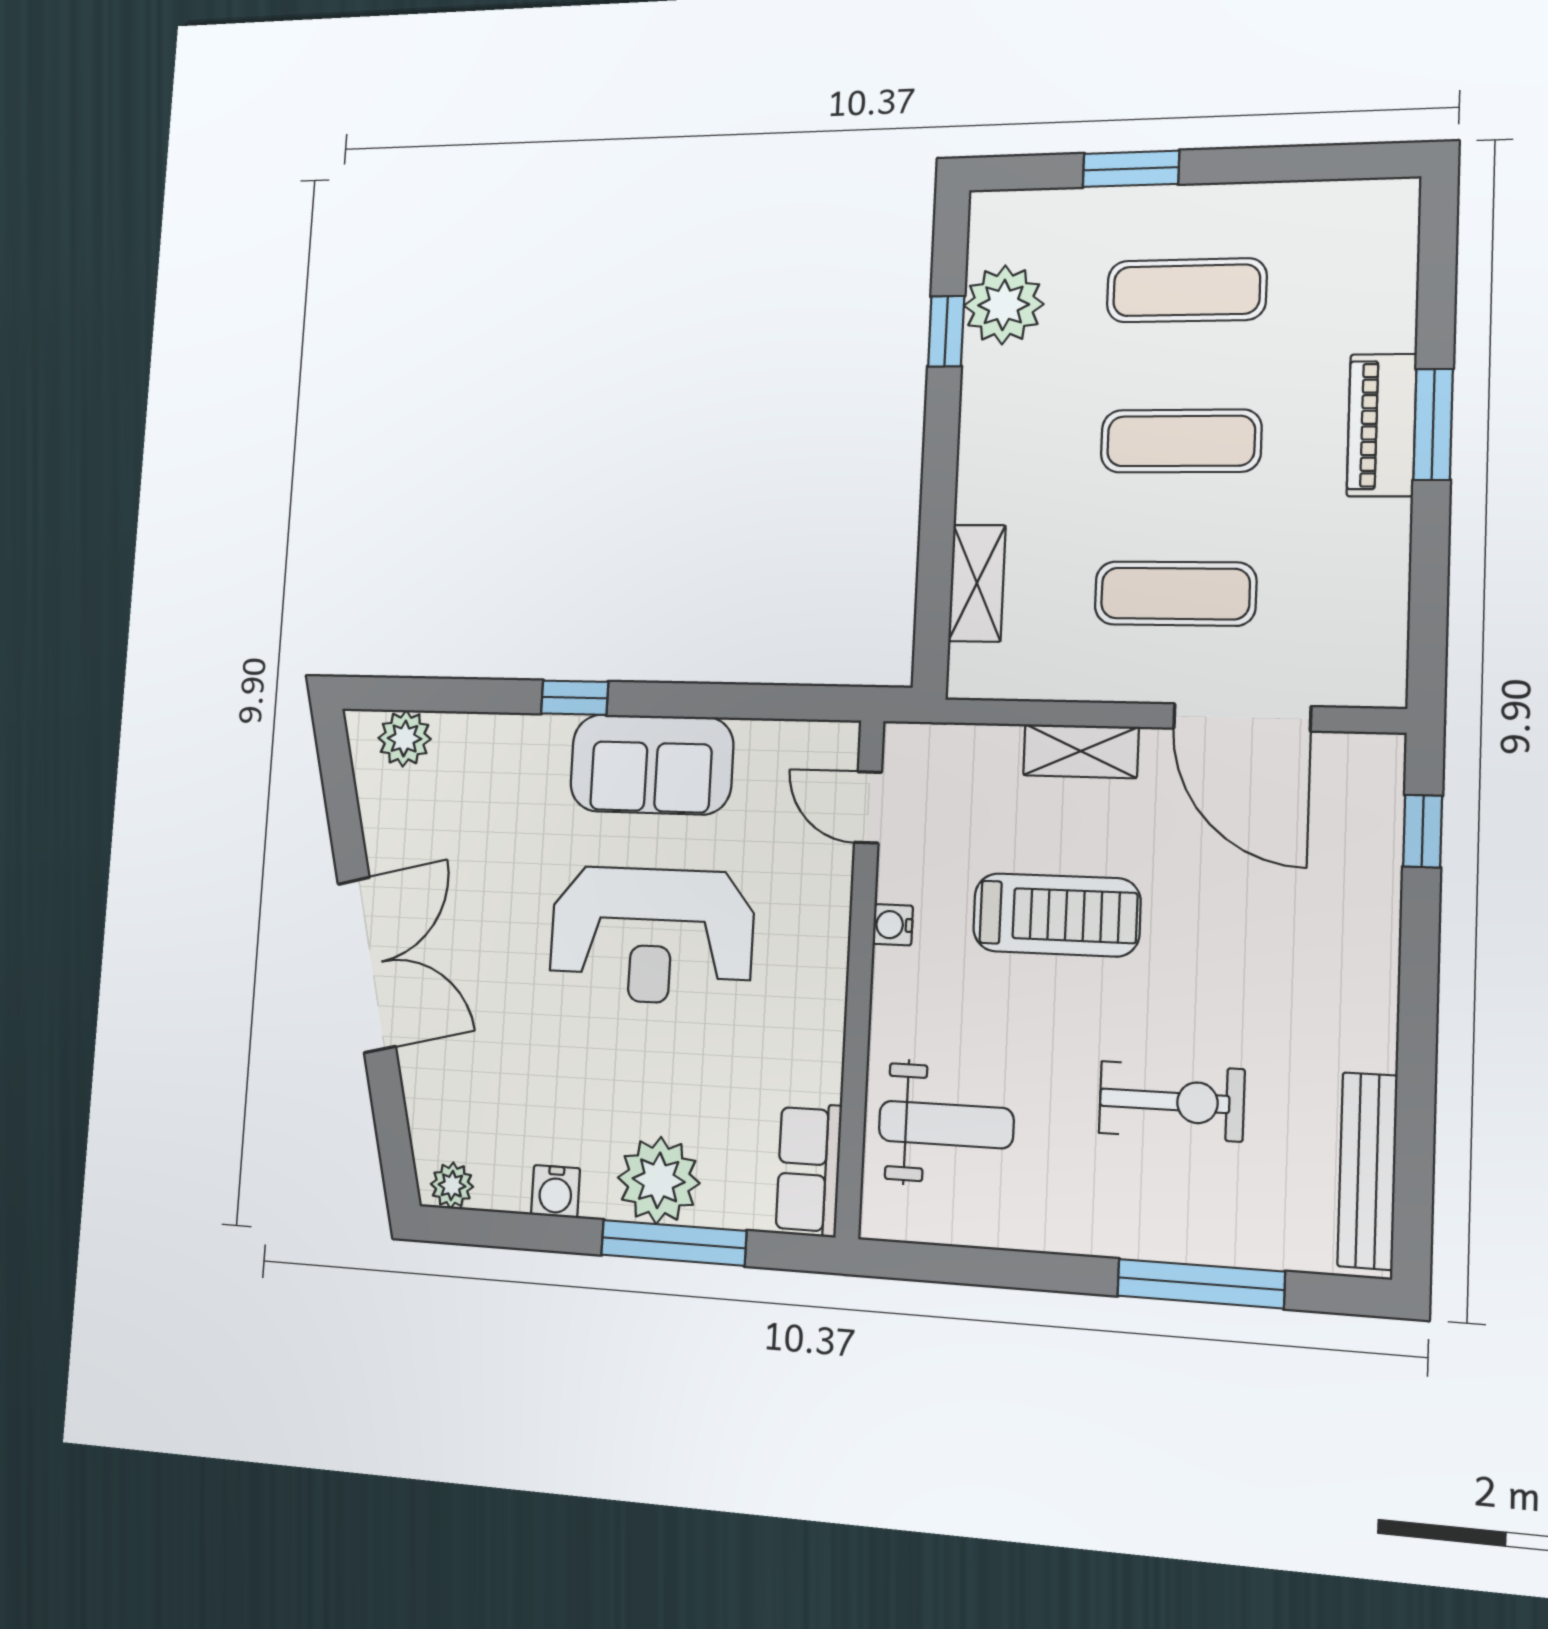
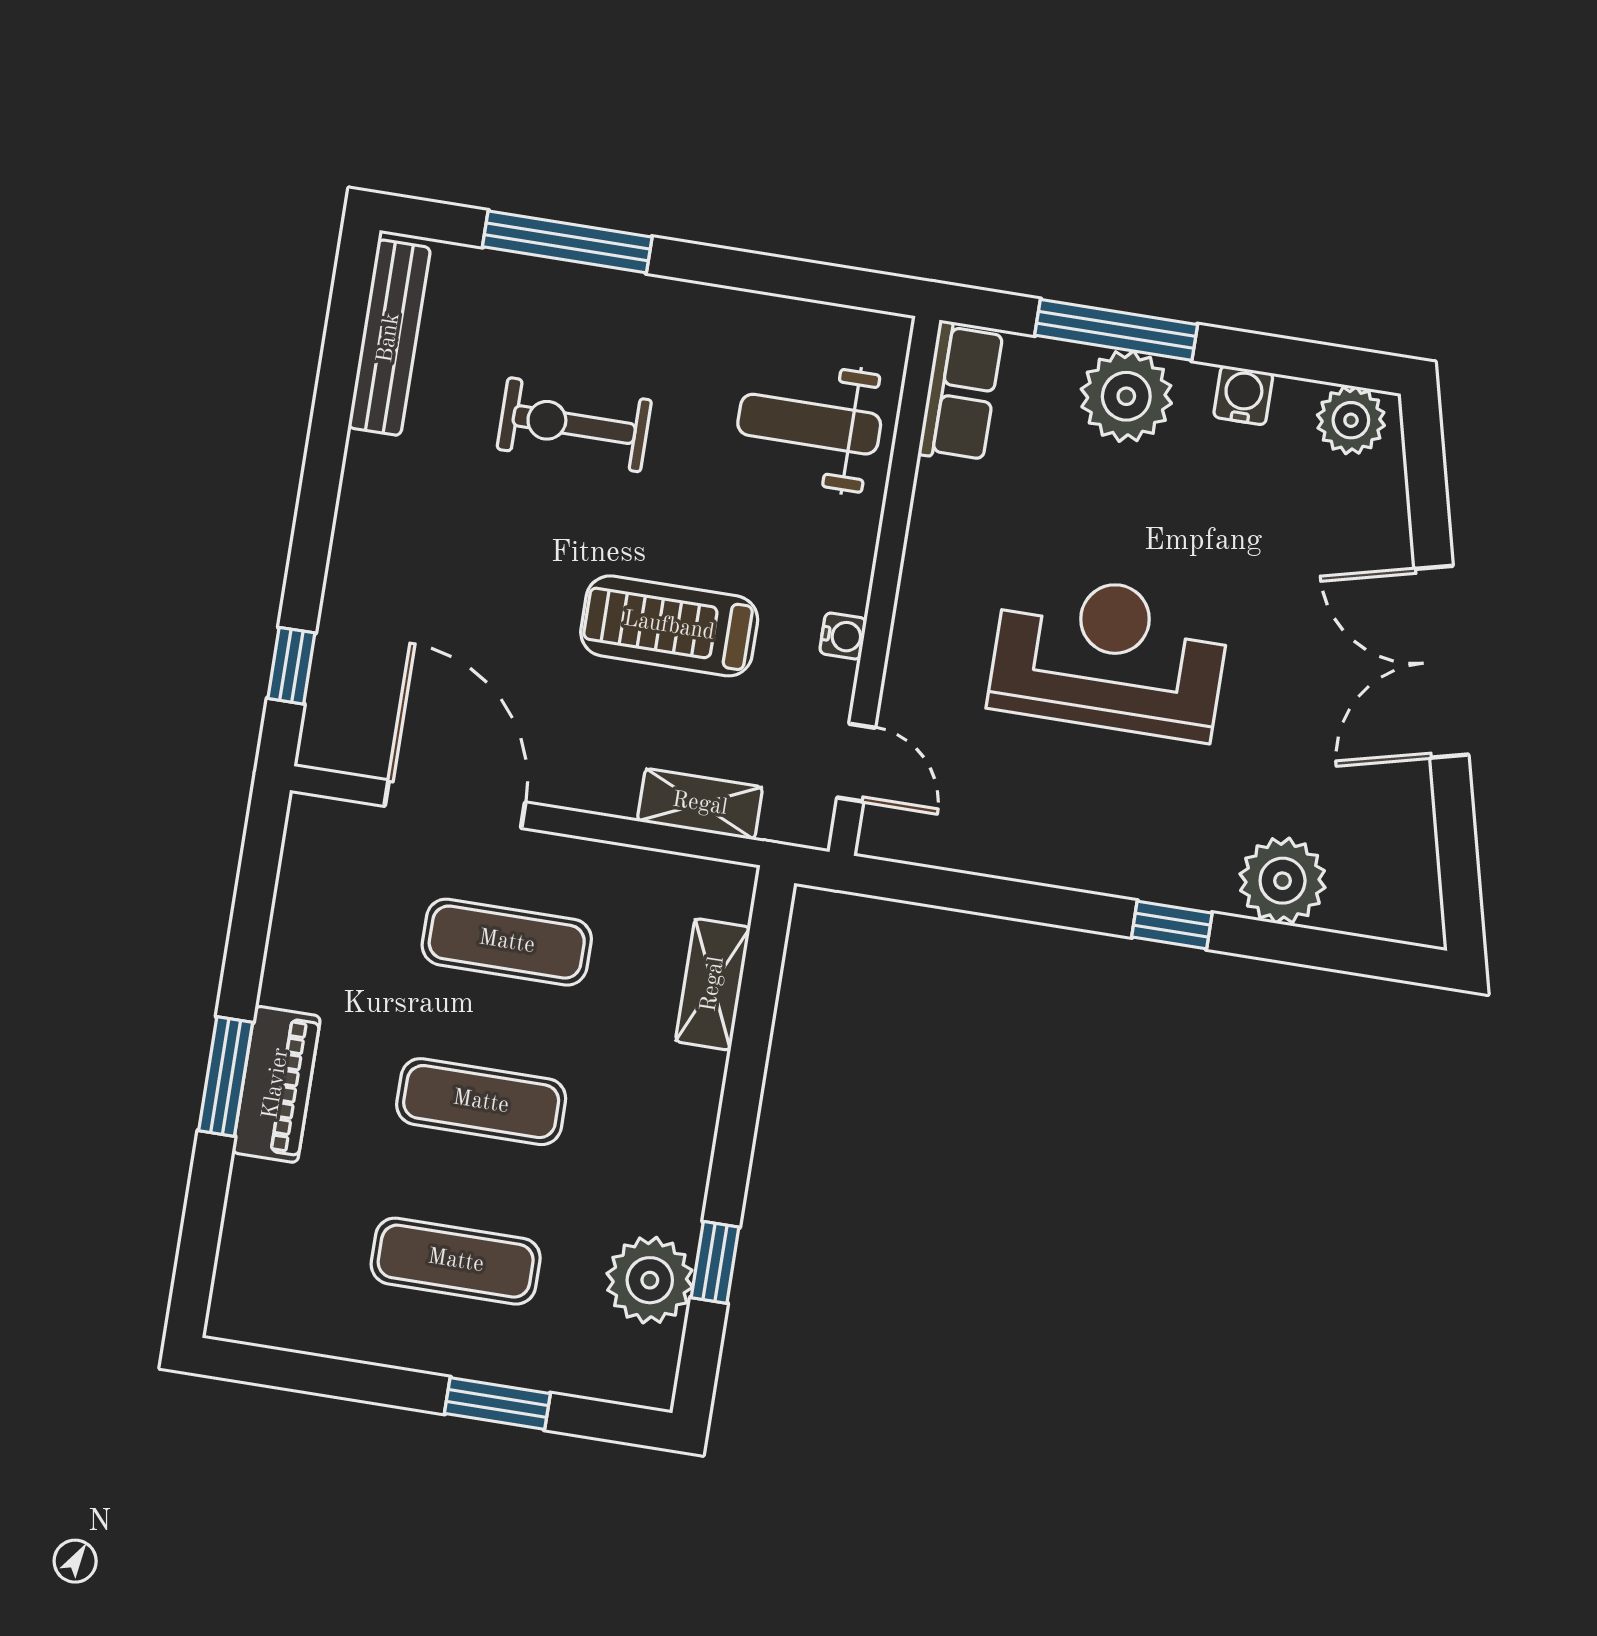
plant: (405, 738) -> (1283, 881), moved, width x1.36, depth x1.36
shelving: (1081, 751) -> (700, 804), moved
sofa: (652, 764) -> (1091, 840), removed
plant: (452, 1185) -> (1351, 420), width x1.38, depth x1.38

